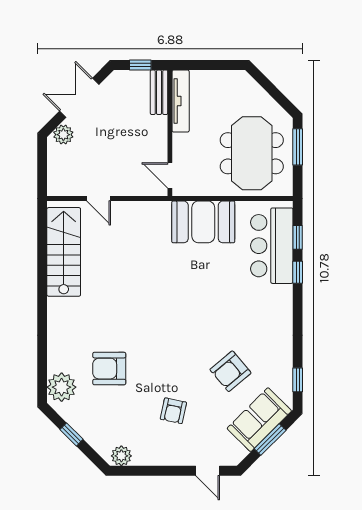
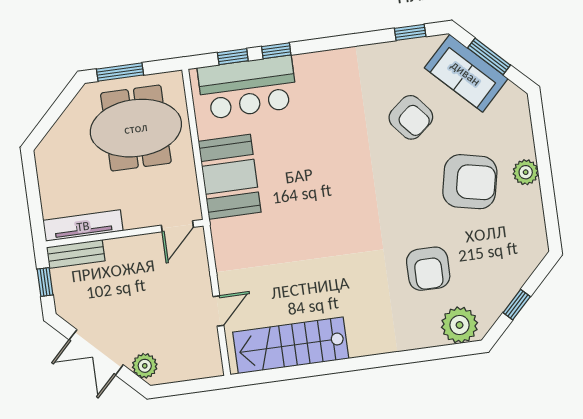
armchair: (173, 411) -> (470, 182), width x1.88, depth x1.88
plant: (121, 456) -> (526, 172), moved
door: (208, 471) -> (539, 129), removed

